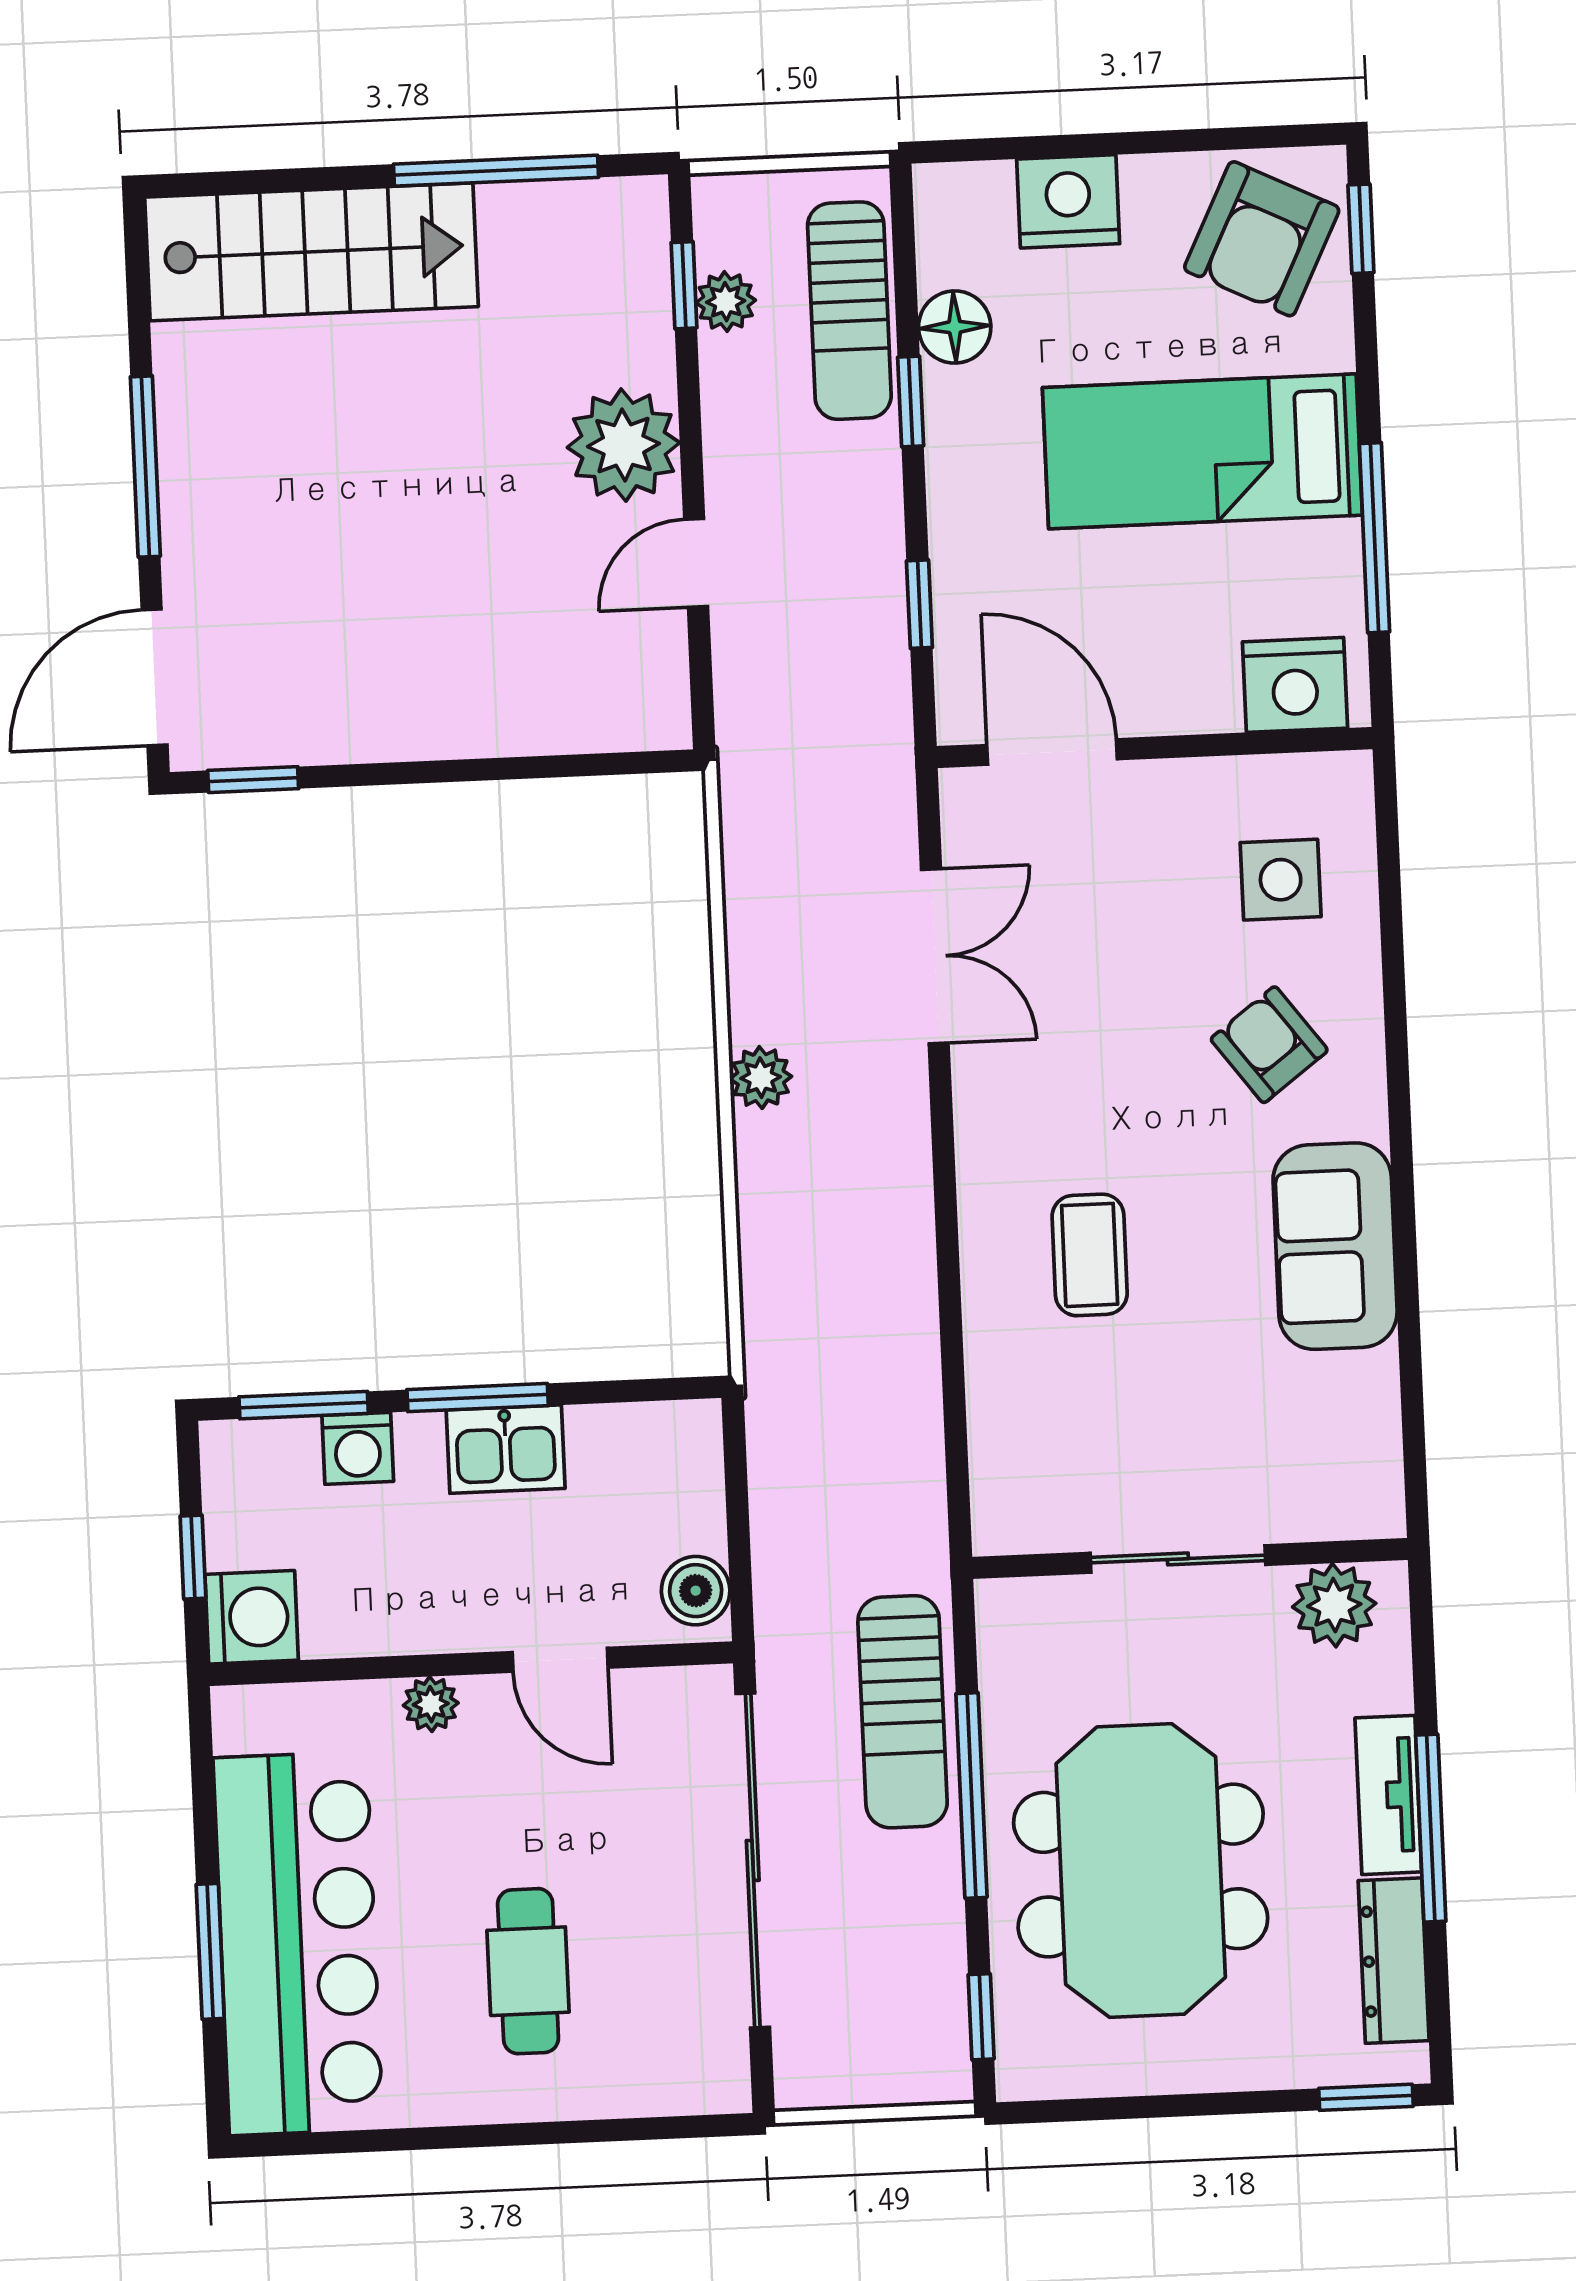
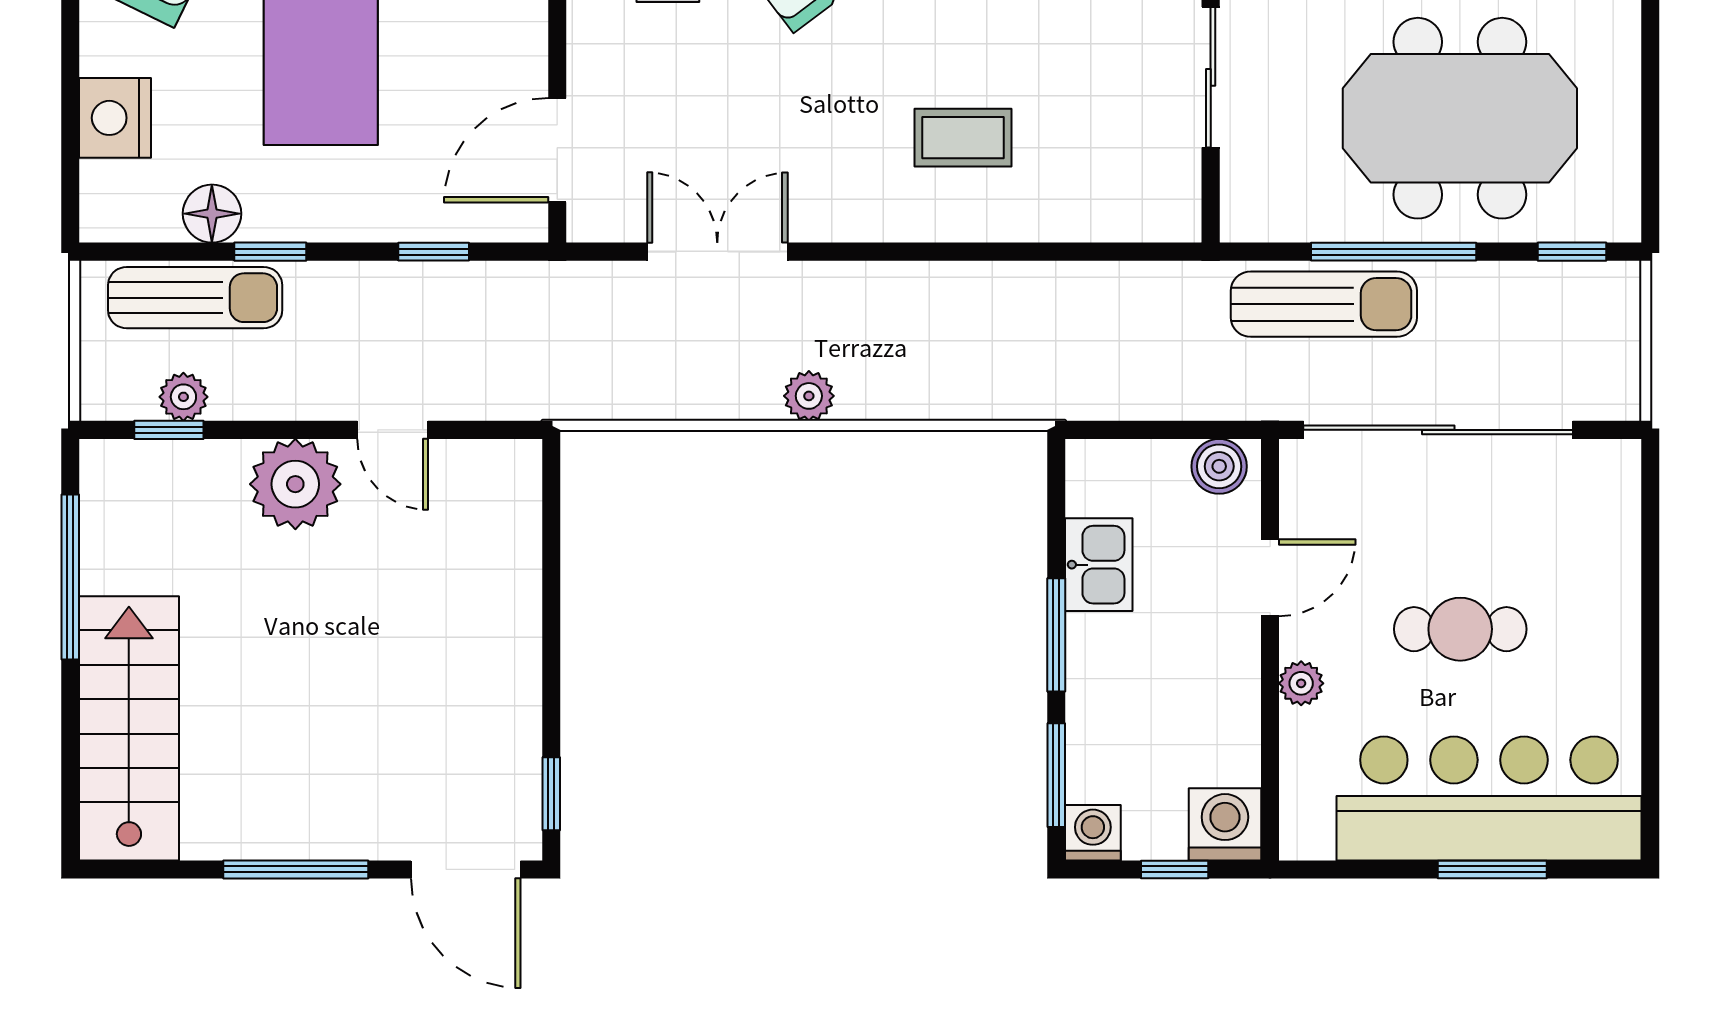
washing machine: (358, 1448) -> (1093, 833), moved, turned -90
kitchen sink: (506, 1449) -> (1099, 565), moved
cafe table: (528, 1971) -> (1460, 629), moved

